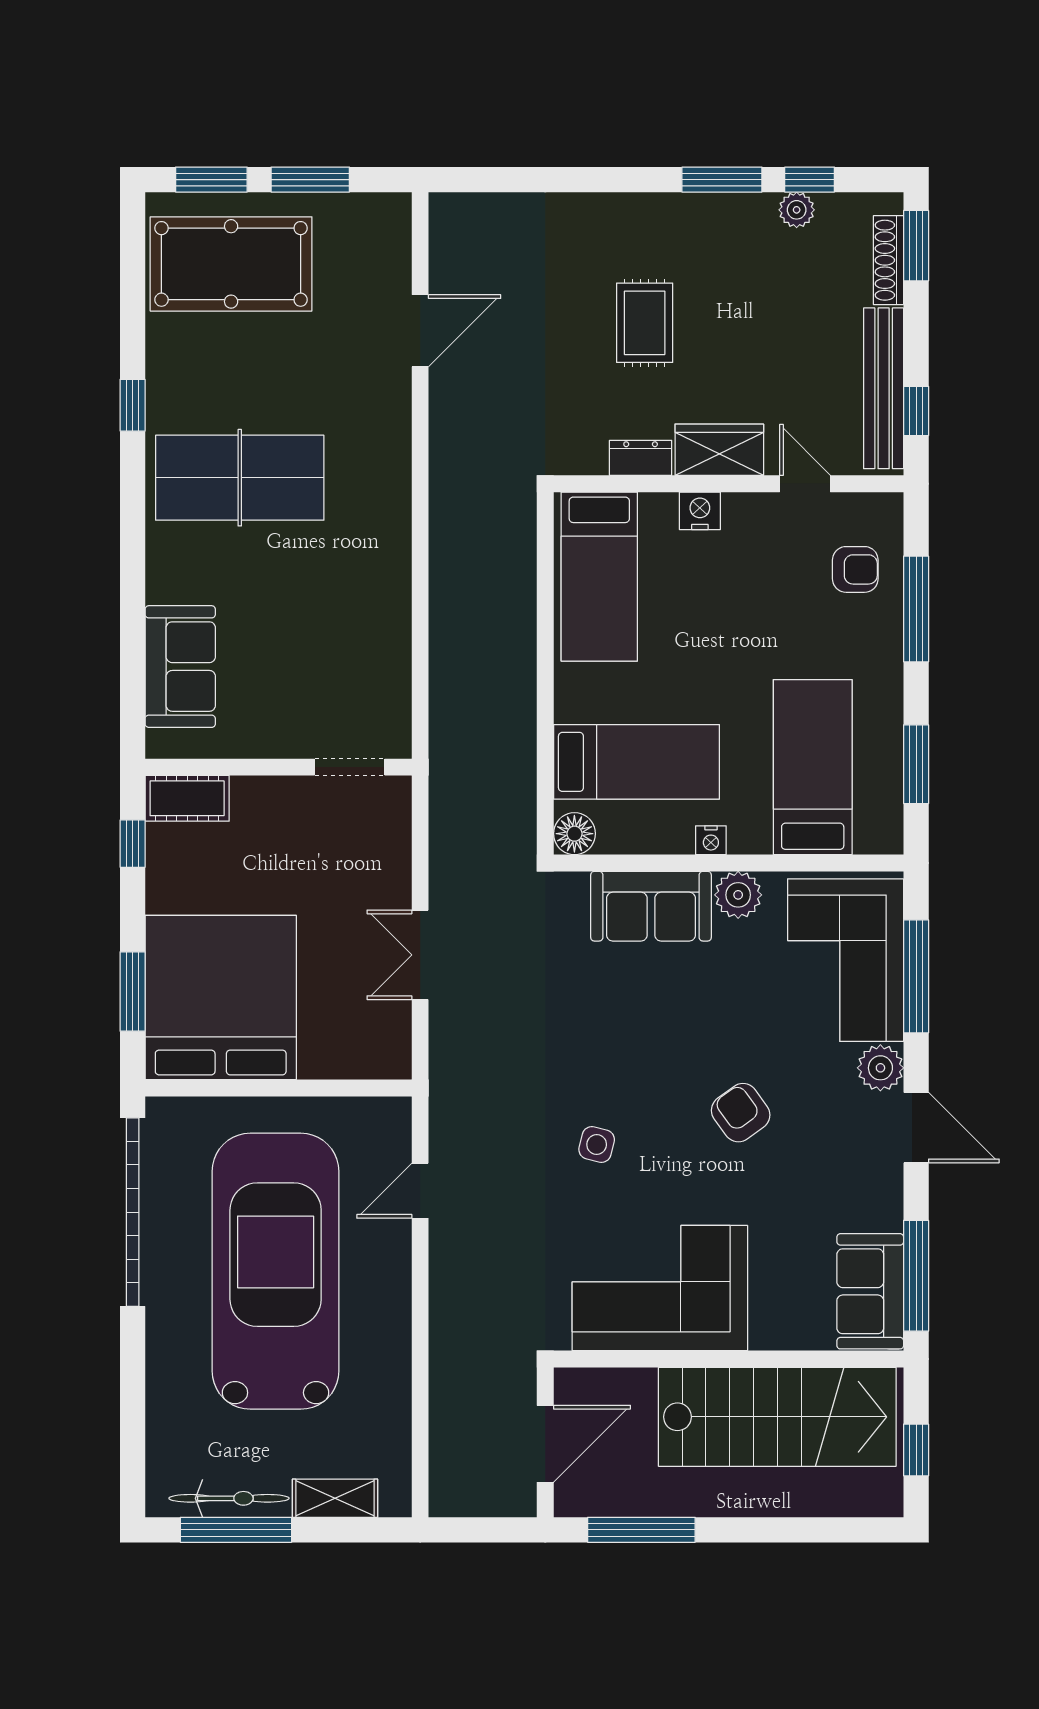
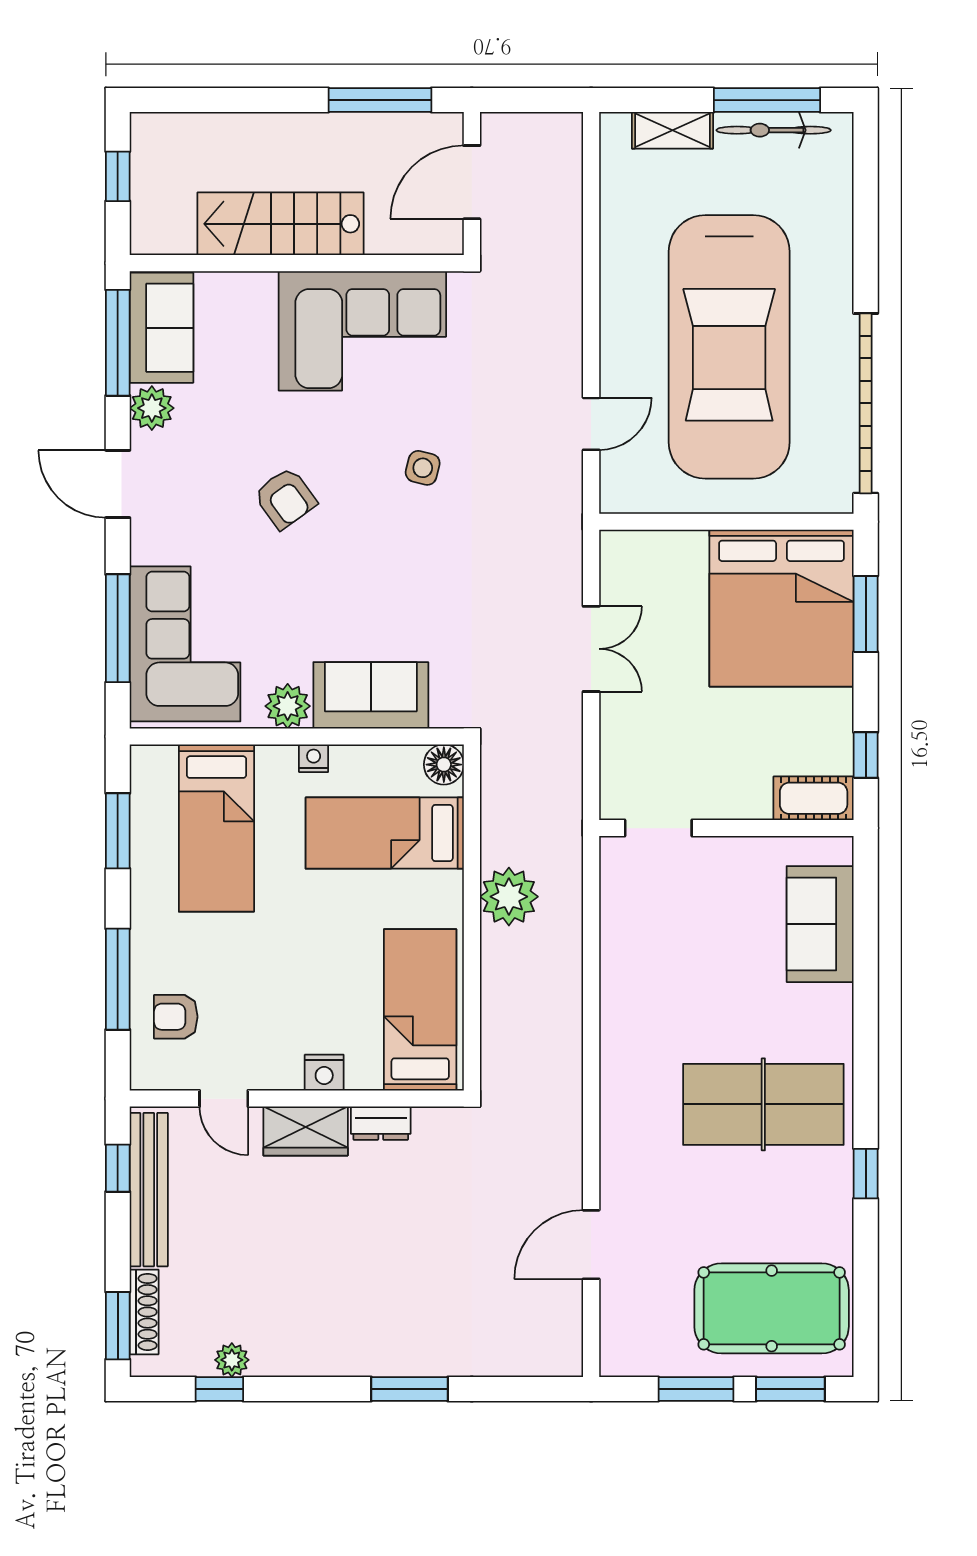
window: (722, 180) -> (410, 1389), moved
rug: (645, 323) -> (377, 1252), removed
plant: (506, 695) -> (509, 897), added
plant: (880, 1068) -> (152, 408), moved
stairs: (777, 1417) -> (281, 224), width x0.73, depth x0.66

